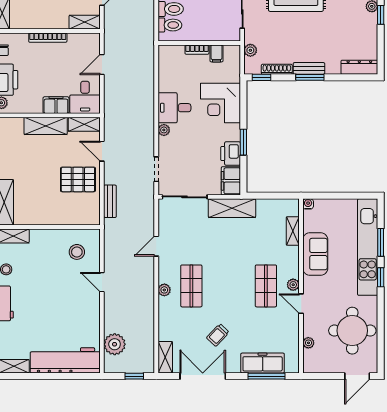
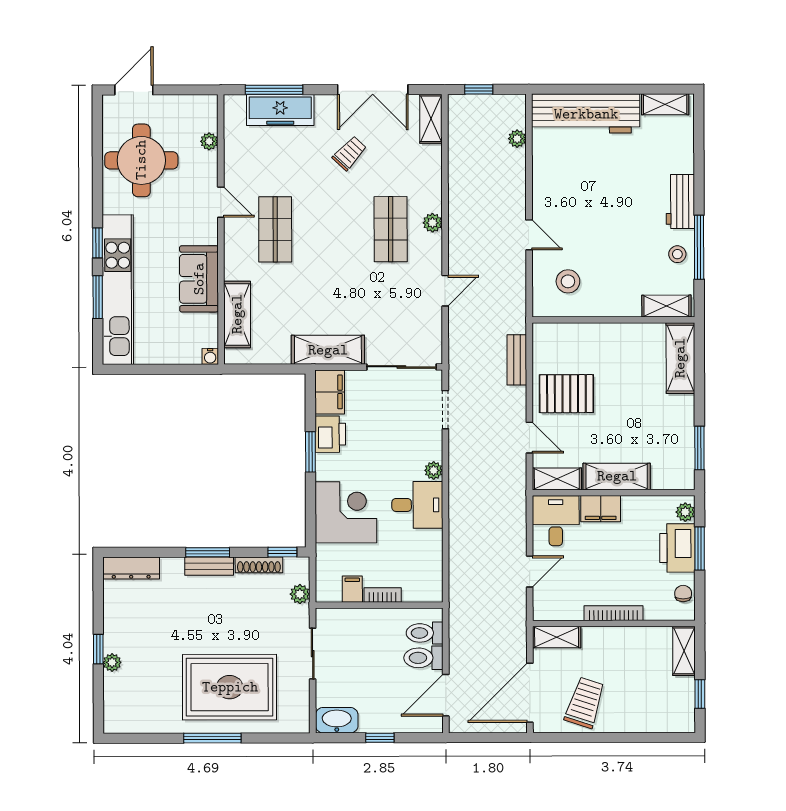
shelving: (293, 231) -> (237, 314), width x1.50, depth x1.33
plant: (293, 285) -> (233, 231), removed
plant: (115, 344) -> (517, 139), width x0.53, depth x0.53

